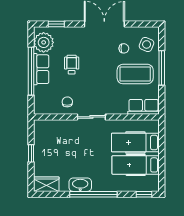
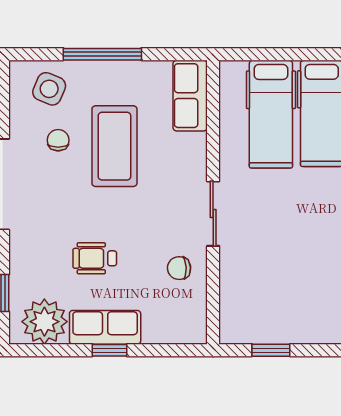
window: (31, 71) -> (110, 350), width x0.32
coffee table: (135, 74) -> (114, 146), moved
window: (31, 153) -> (271, 350), moved

